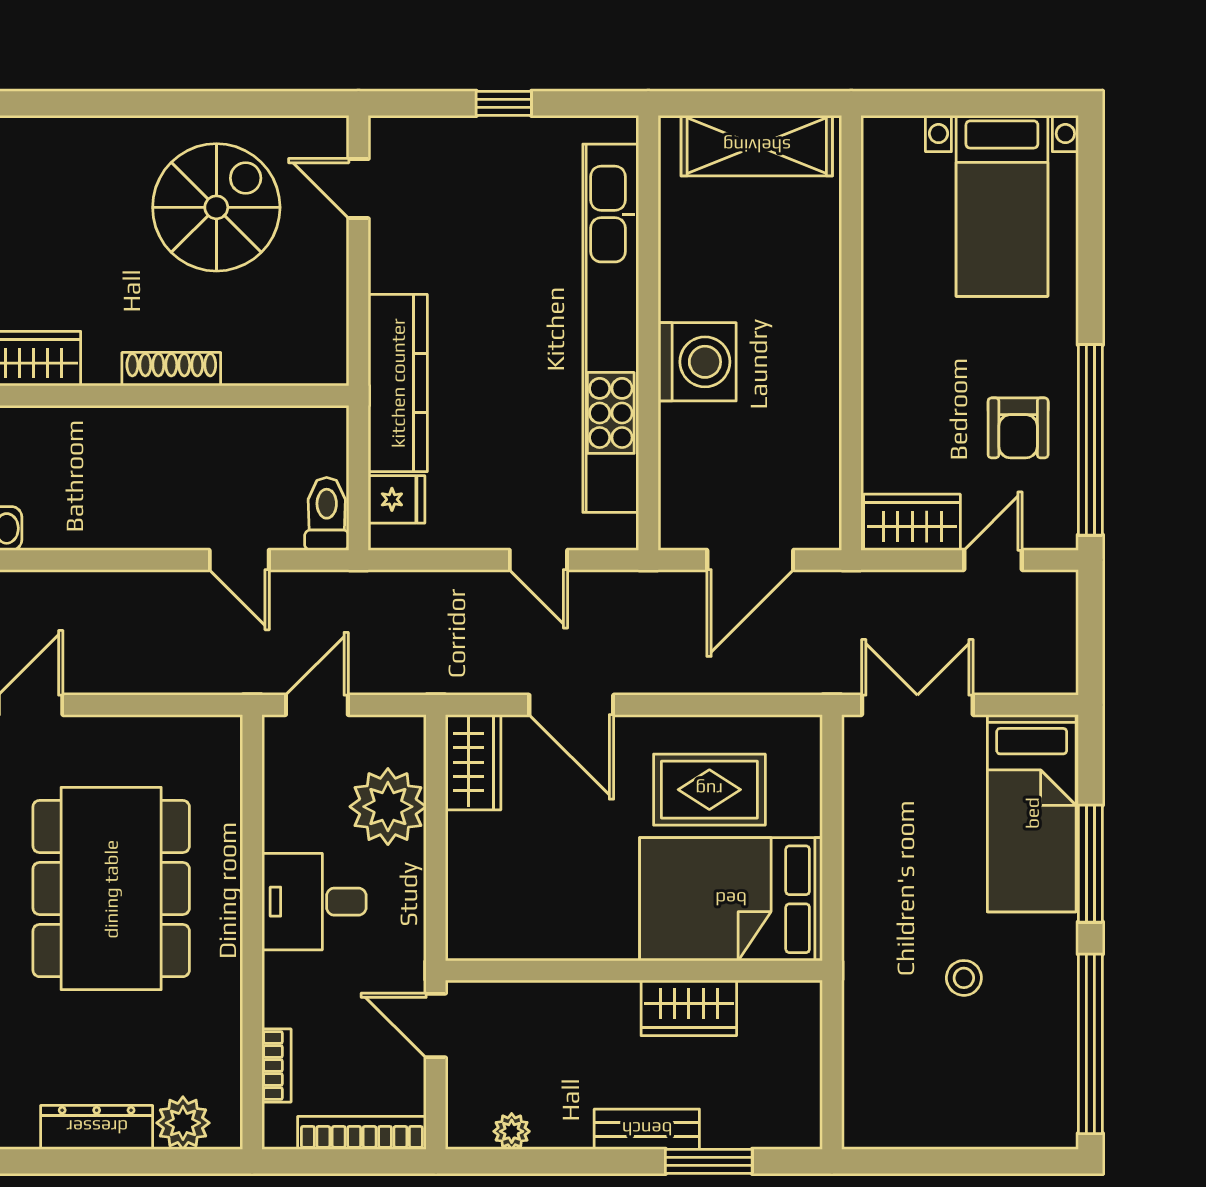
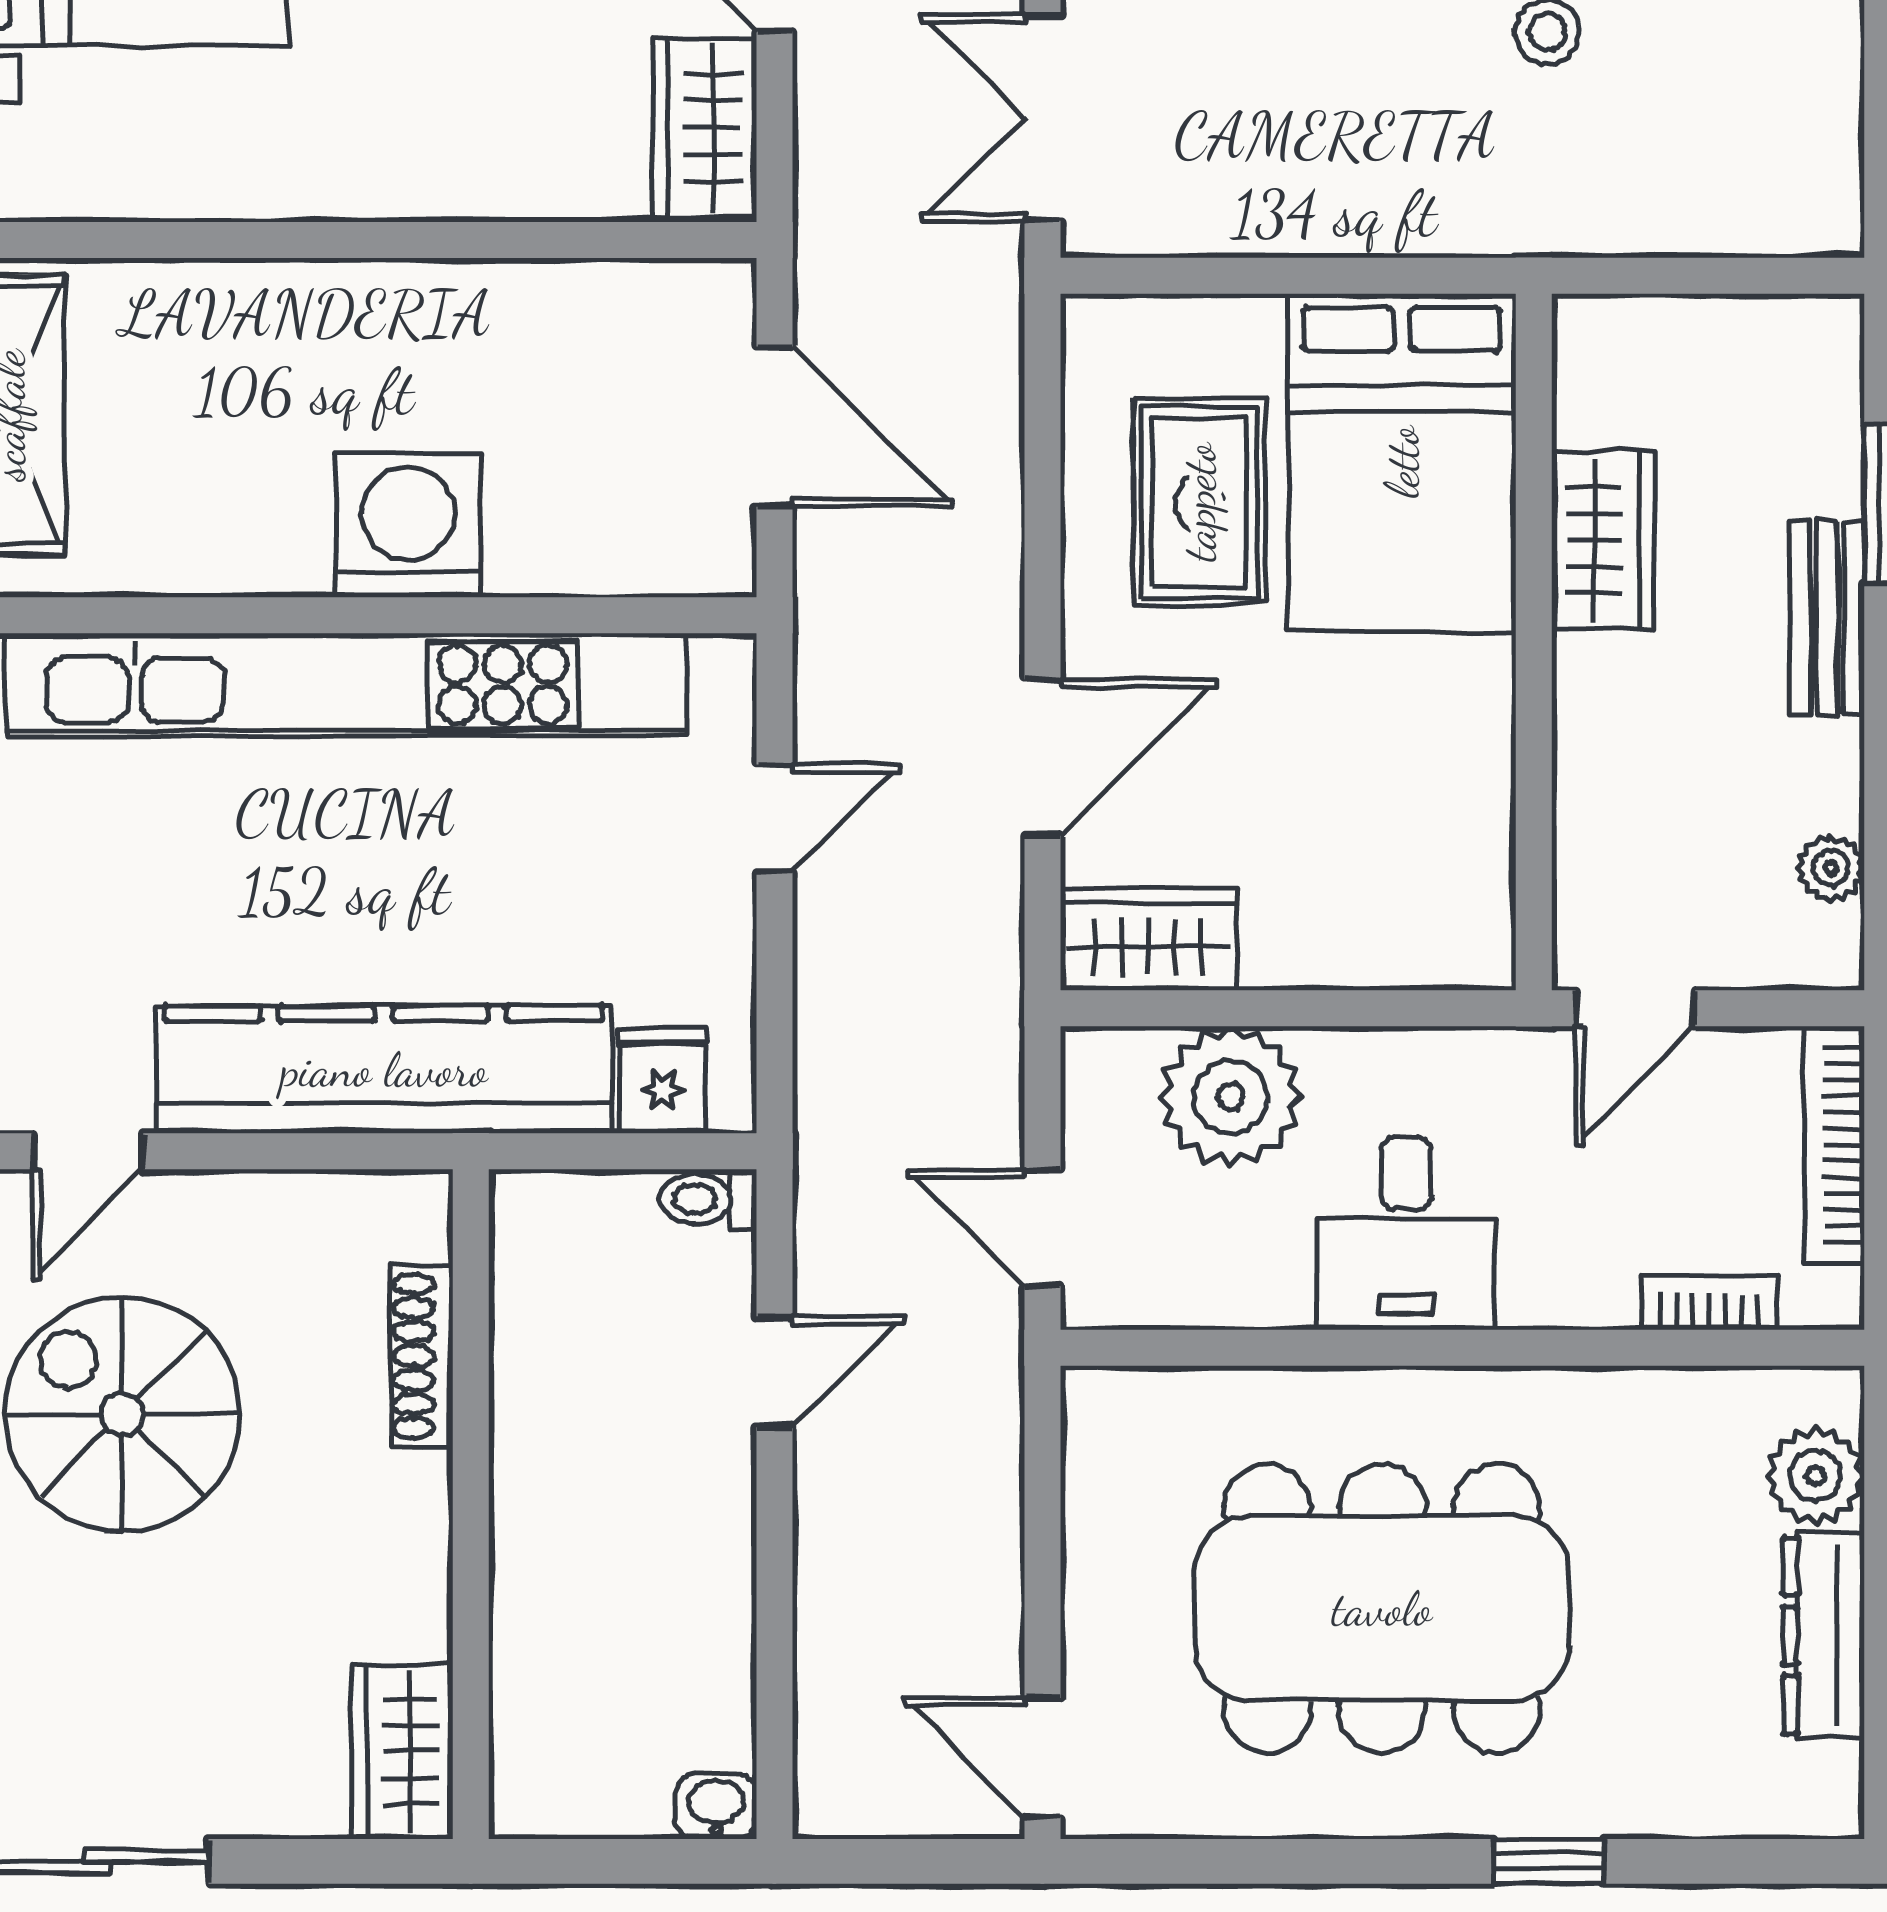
shoe rack: (171, 369) -> (422, 1356), moved
kitchen counter: (398, 383) -> (384, 1070), width x1.39, depth x1.17
toilet: (327, 514) -> (708, 1199), width x0.73, depth x0.72

